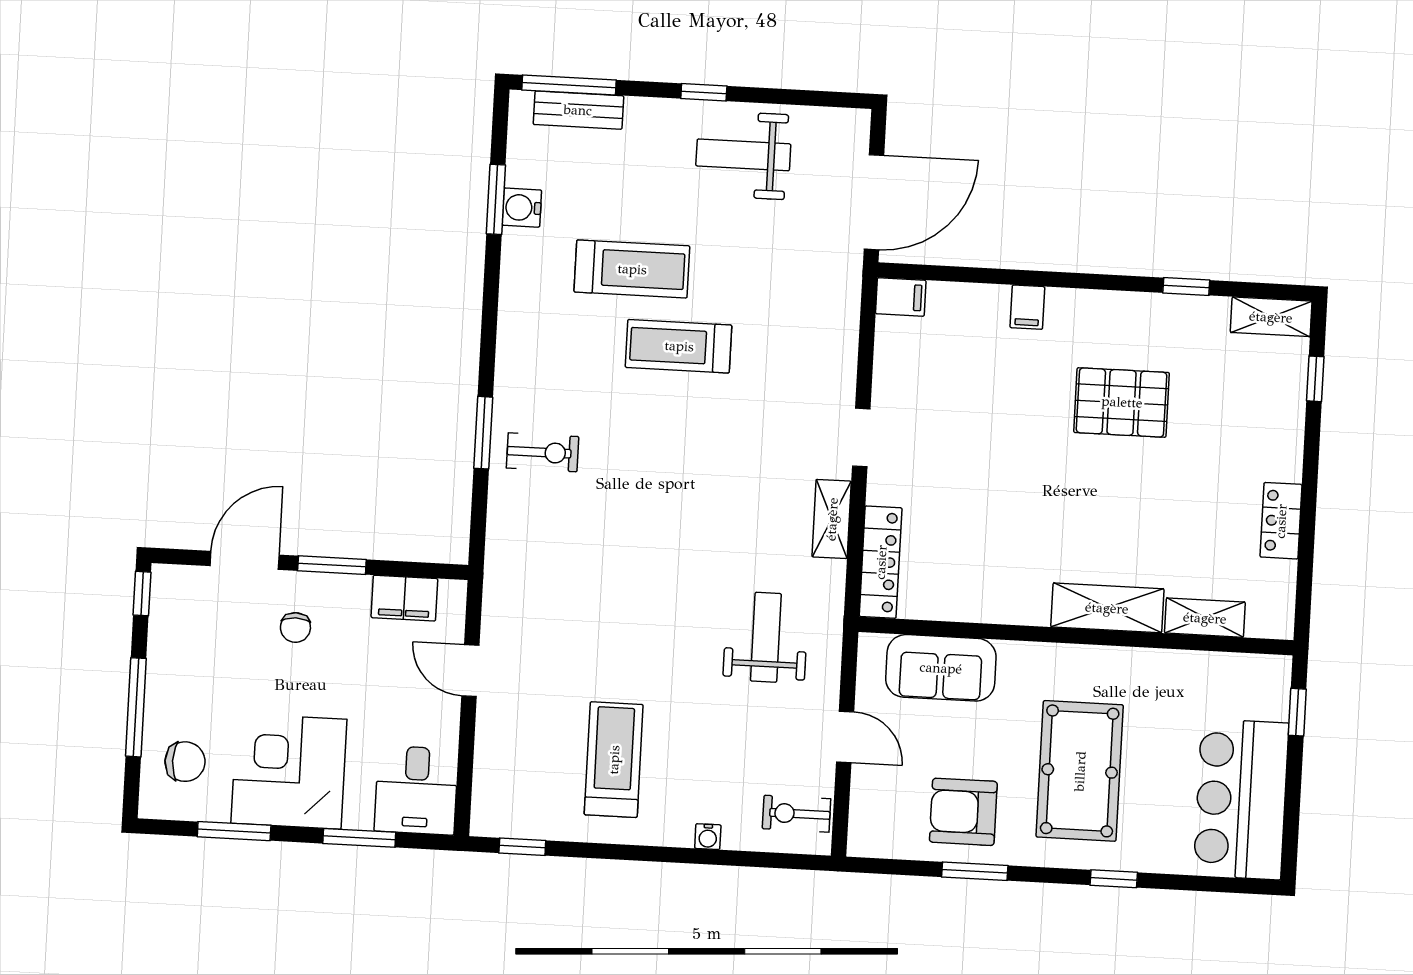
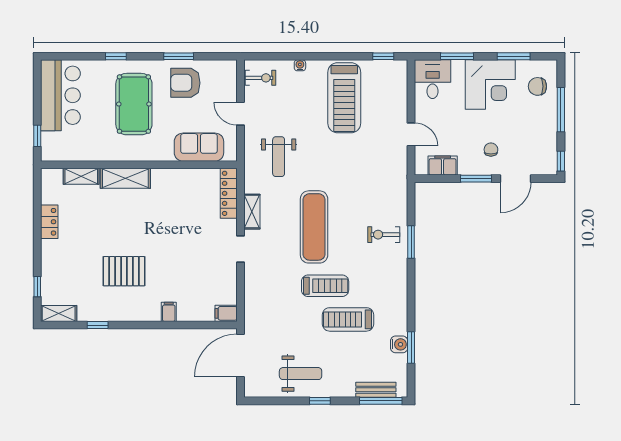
exercise mat: (696, 478) -> (314, 227), added
treadmill: (614, 760) -> (344, 98), width x1.37, depth x1.38
armchair: (963, 812) -> (185, 83), turned 180

